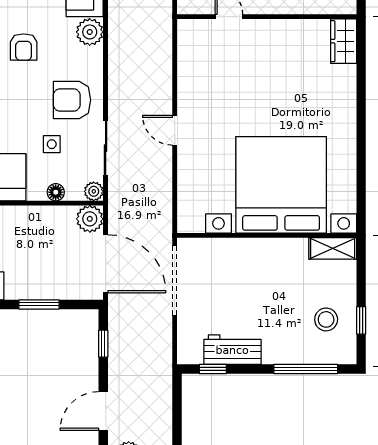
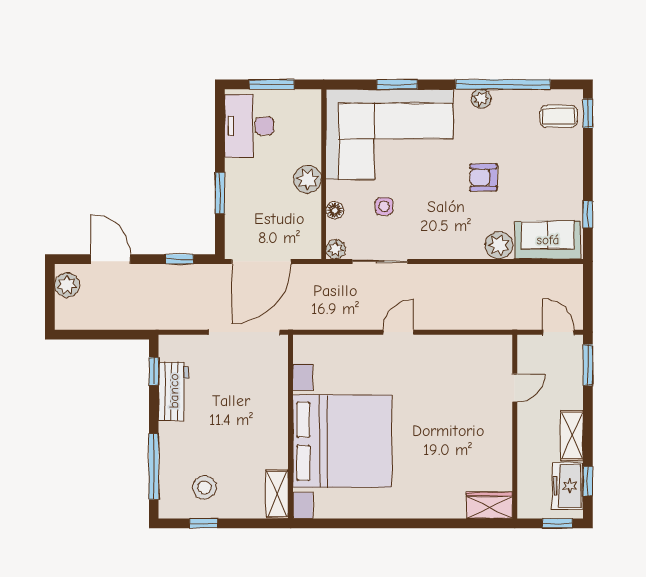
armchair: (72, 100) -> (429, 227), removed
plant: (90, 219) -> (308, 179), moved

